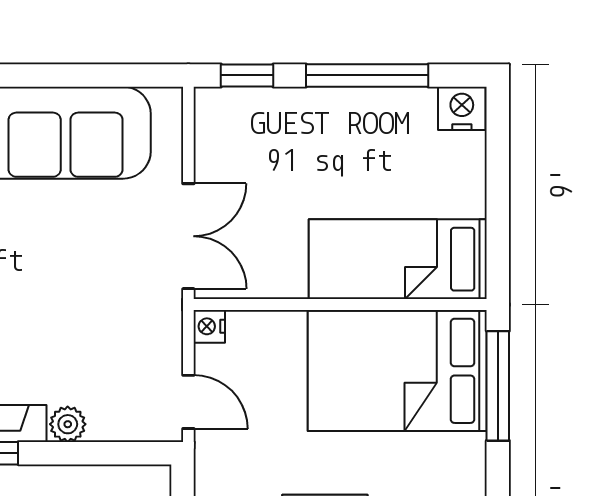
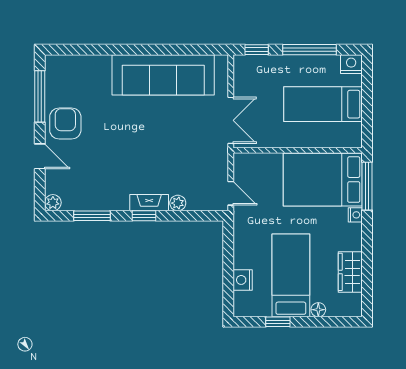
bed: (398, 259) -> (323, 104), moved
nightstand: (209, 326) -> (355, 215), moved, turned 180

